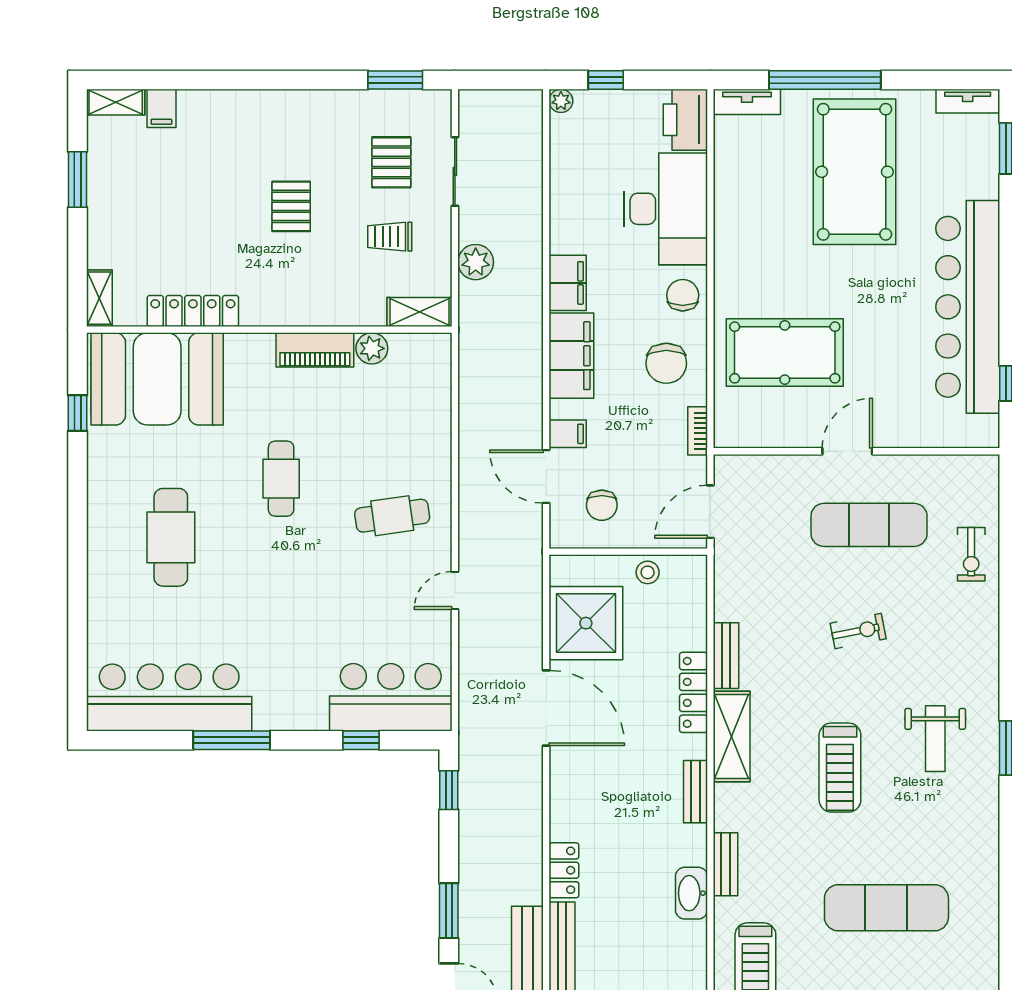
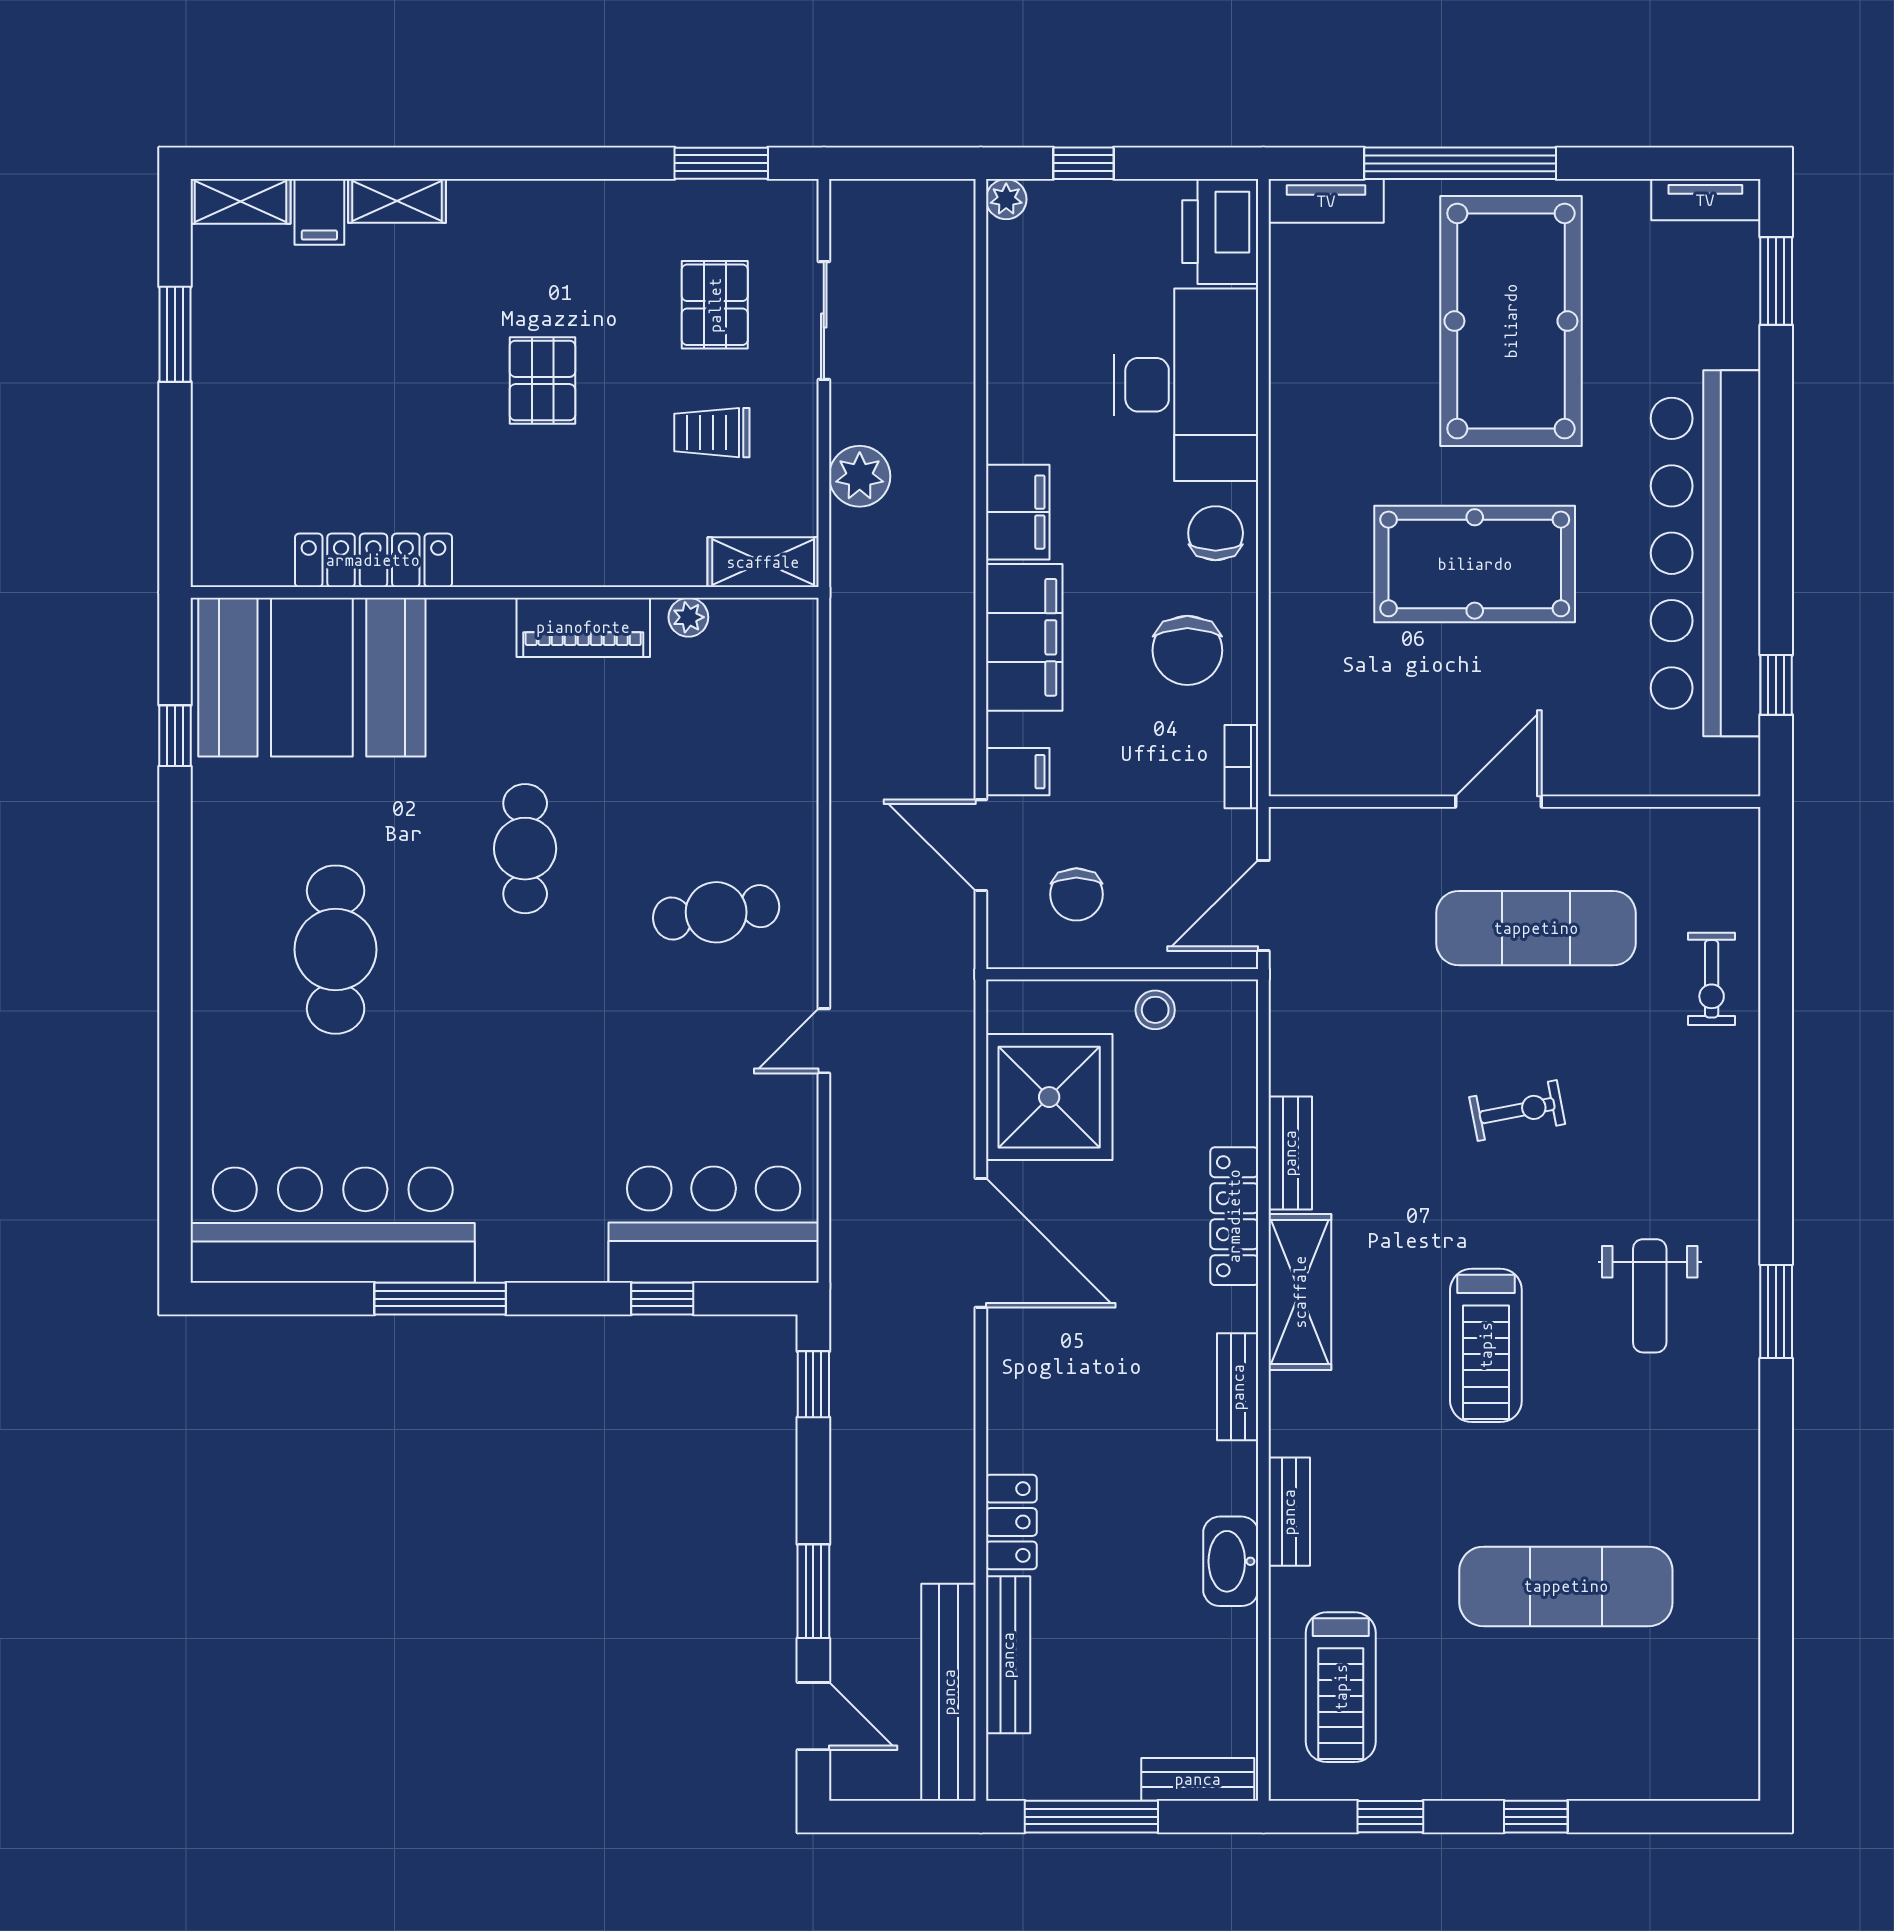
shelving: (99, 298) -> (397, 201), moved, turned 90
plant: (372, 348) -> (688, 617), width x0.73, depth x0.73
pool table: (785, 352) -> (1475, 564), moved

